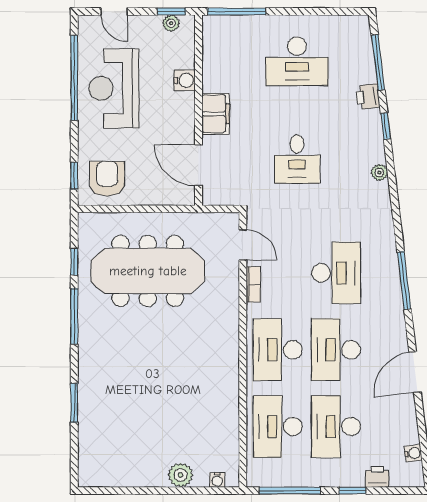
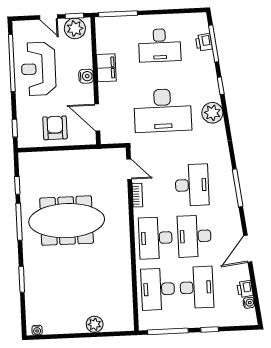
door: (114, 11) -> (49, 17), moved
plant: (171, 23) -> (75, 28), width x1.87, depth x1.87
water cooler: (185, 80) -> (86, 76), moved
printer: (368, 97) -> (204, 42), moved
filing cabinet: (215, 114) -> (106, 68), moved
desk: (297, 159) -> (163, 110), width x1.87, depth x1.30
plant: (379, 172) -> (212, 113), width x1.88, depth x1.88
armchair: (107, 179) -> (55, 128), moved
meeting table: (148, 271) -> (67, 221), moved
desk: (336, 427) -> (197, 287), turned 180
printer: (377, 477) -> (245, 289), moved, turned -97
water cooler: (217, 480) -> (37, 330), moved

